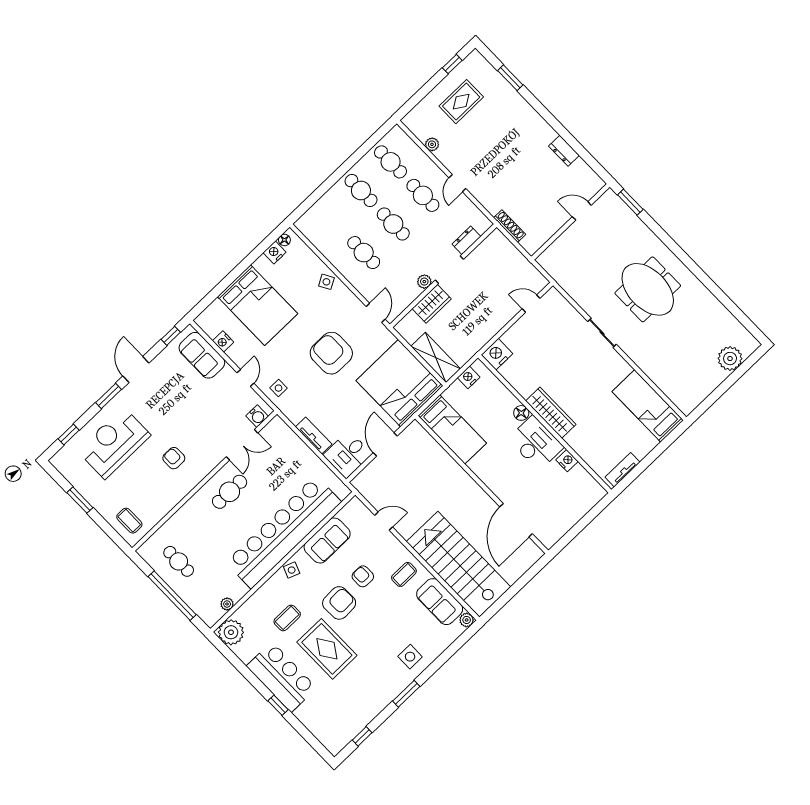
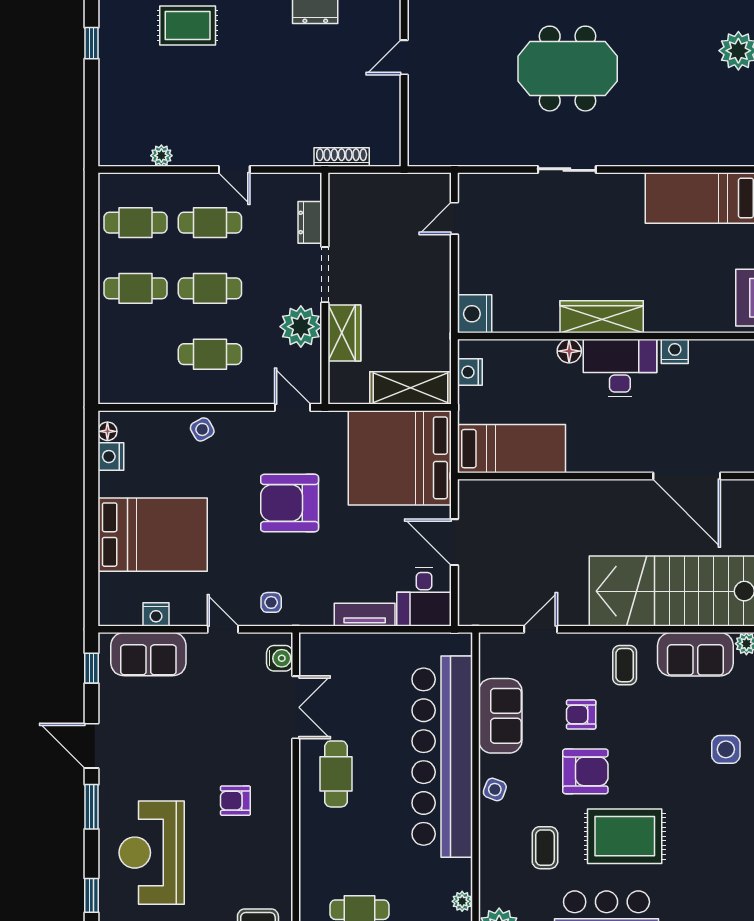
rug: (461, 102) -> (188, 25), moved, turned 90
plant: (424, 282) -> (301, 327), width x1.88, depth x1.88
armchair: (339, 603) -> (585, 771), turned 92

